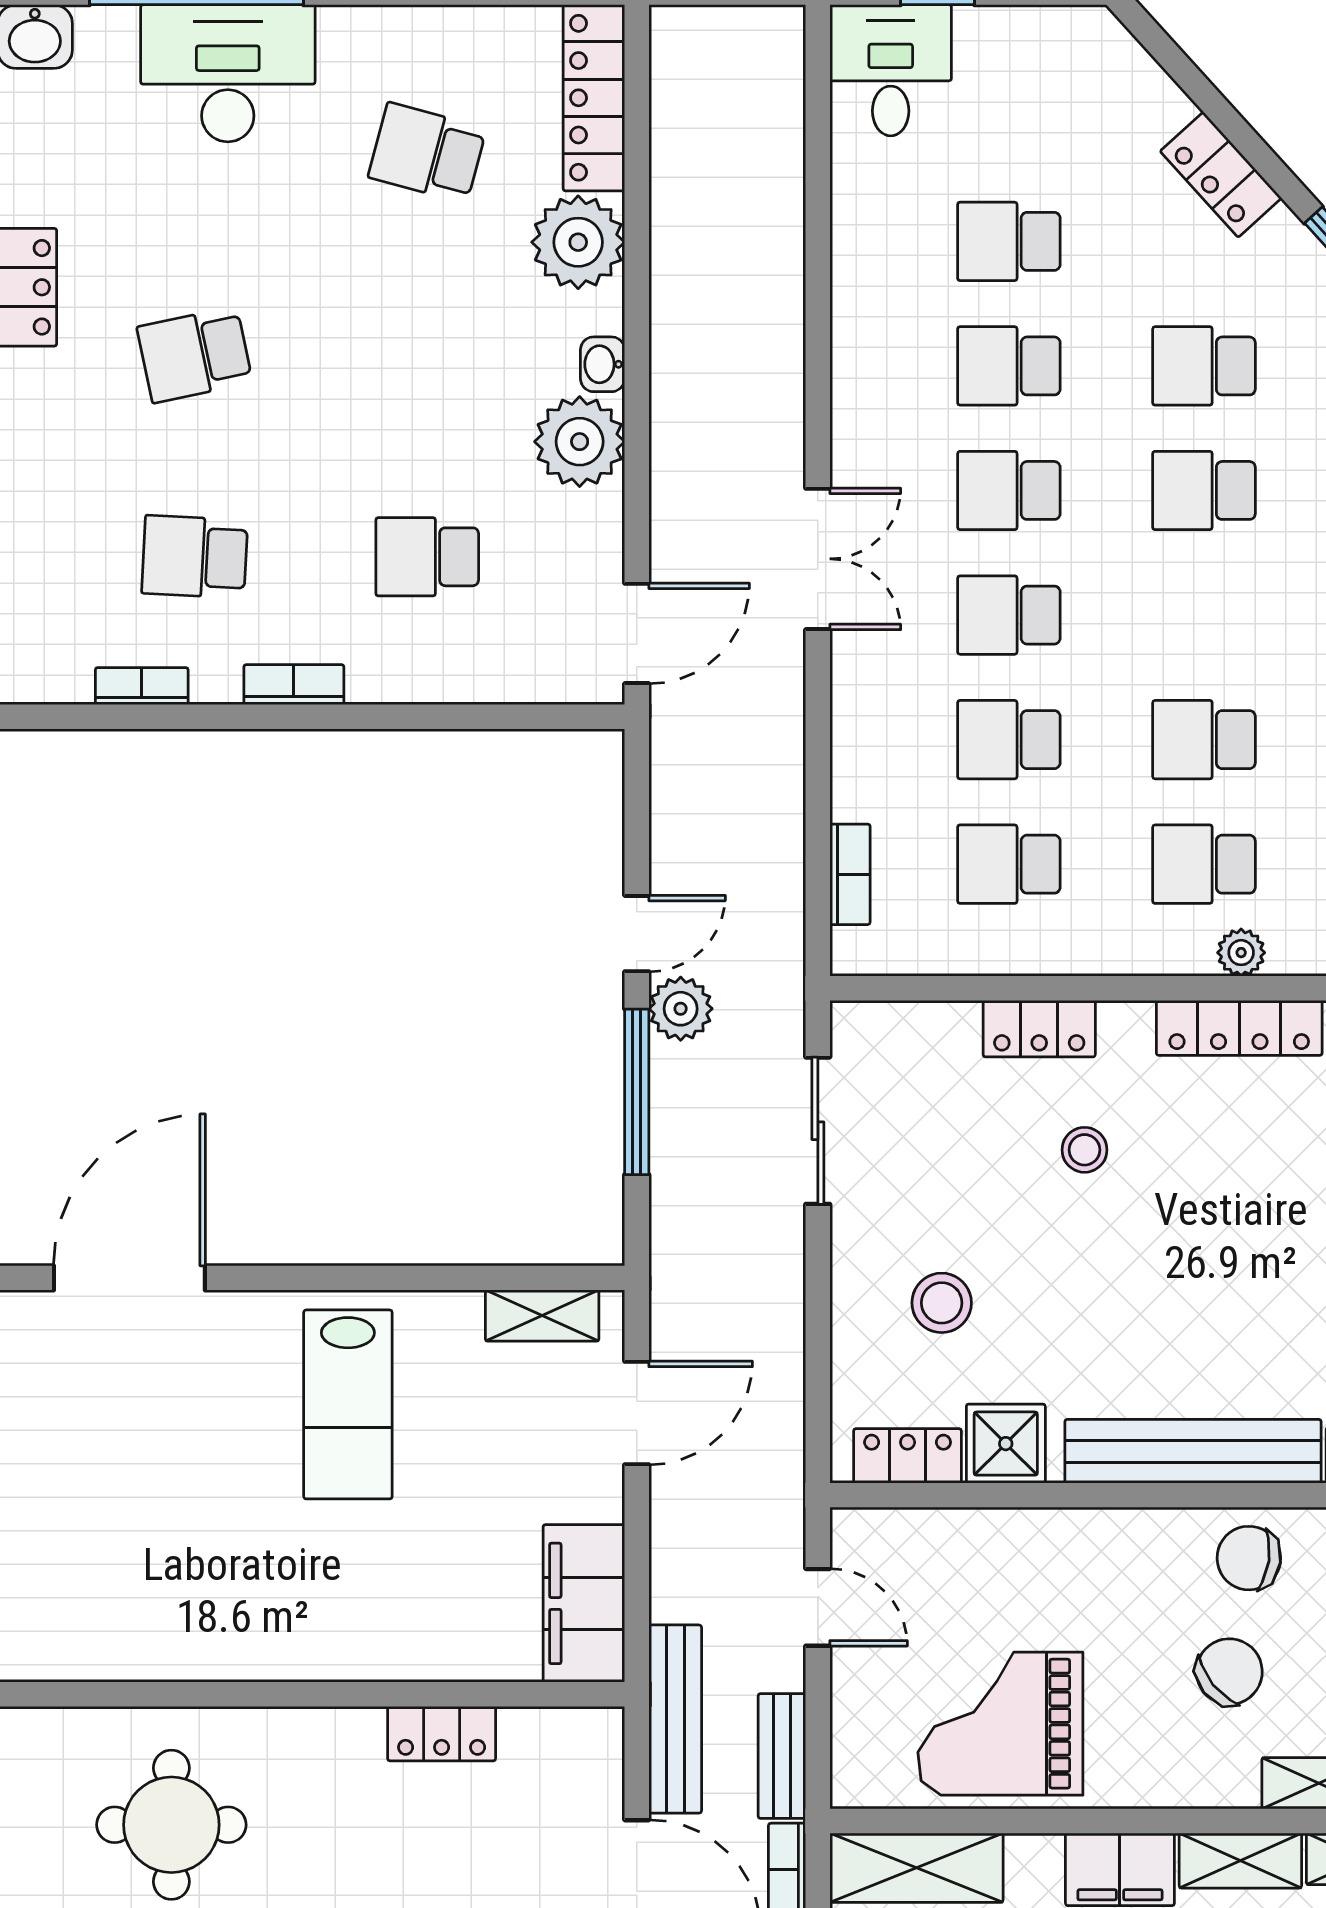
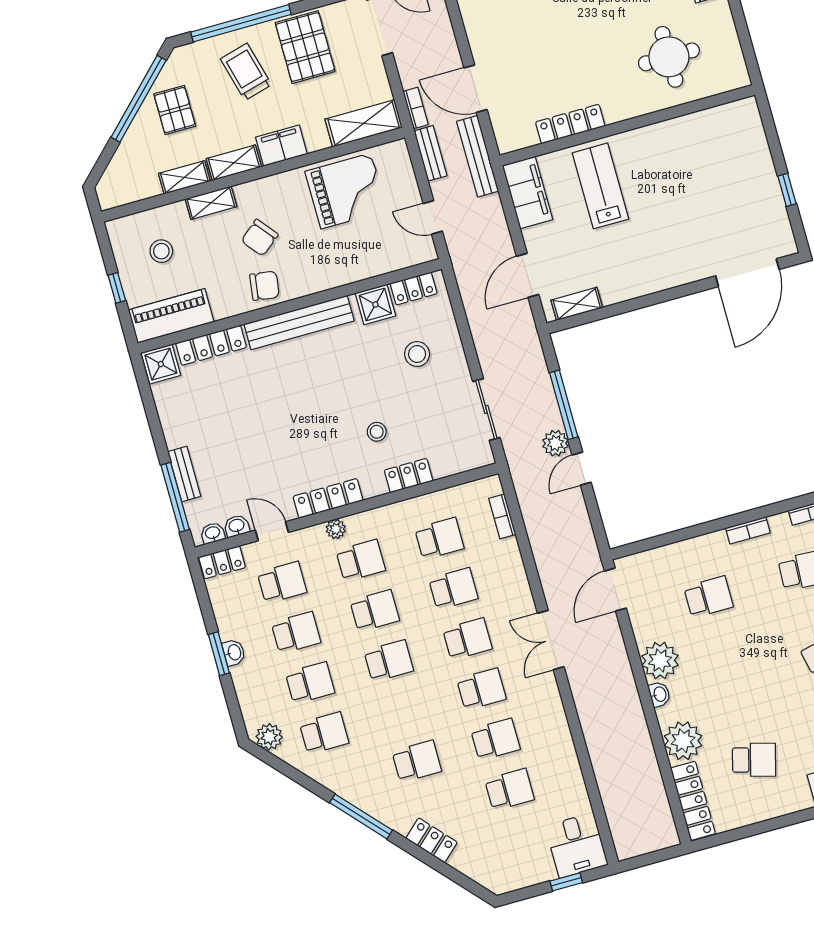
school desk: (1204, 490) -> (389, 661), moved
lab bench: (348, 1404) -> (600, 186), moved
locker: (442, 1734) -> (570, 124), width x1.53

